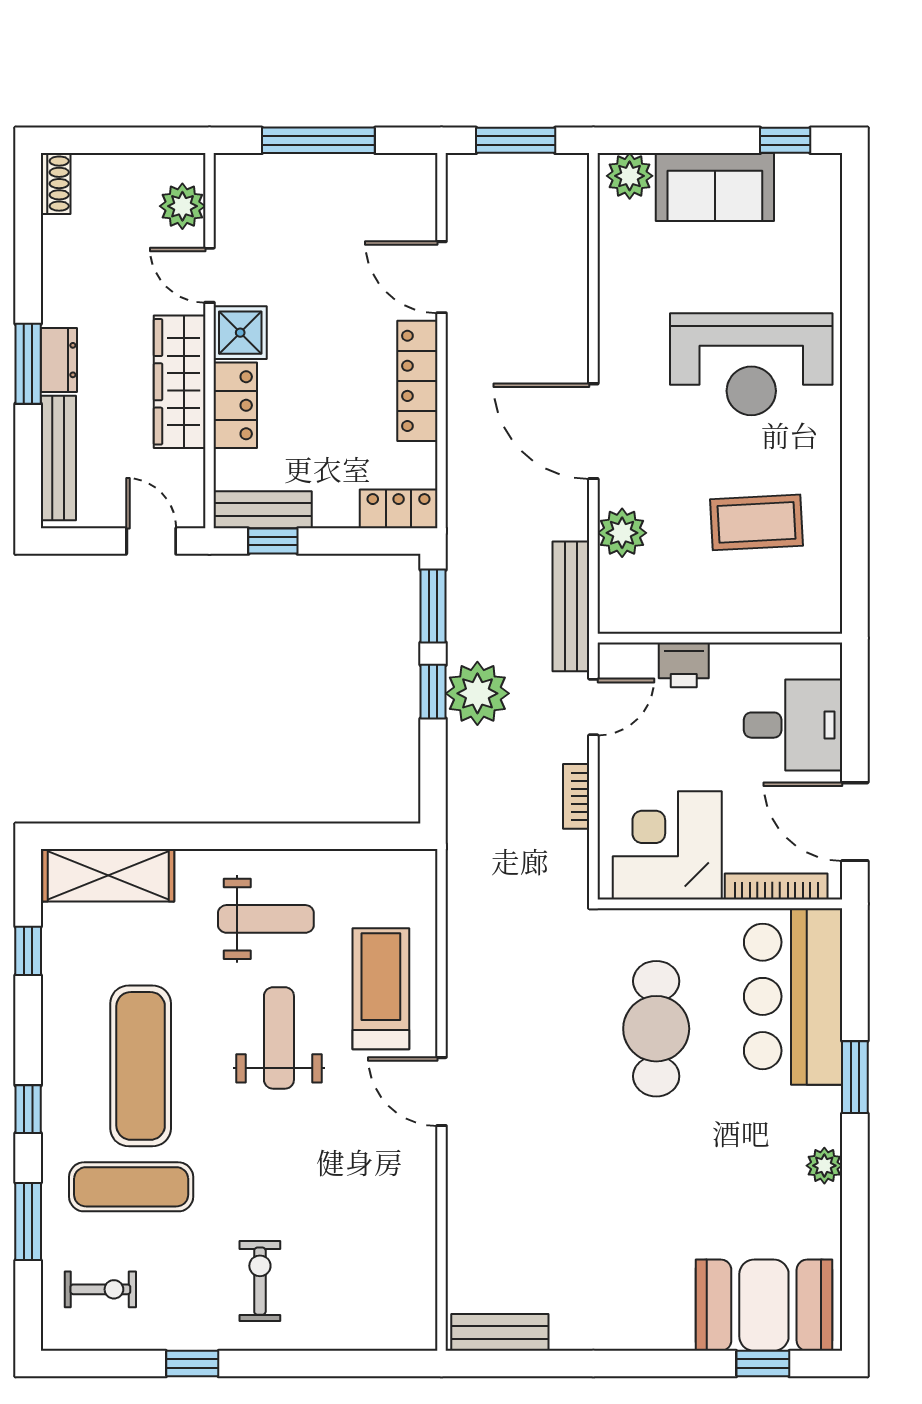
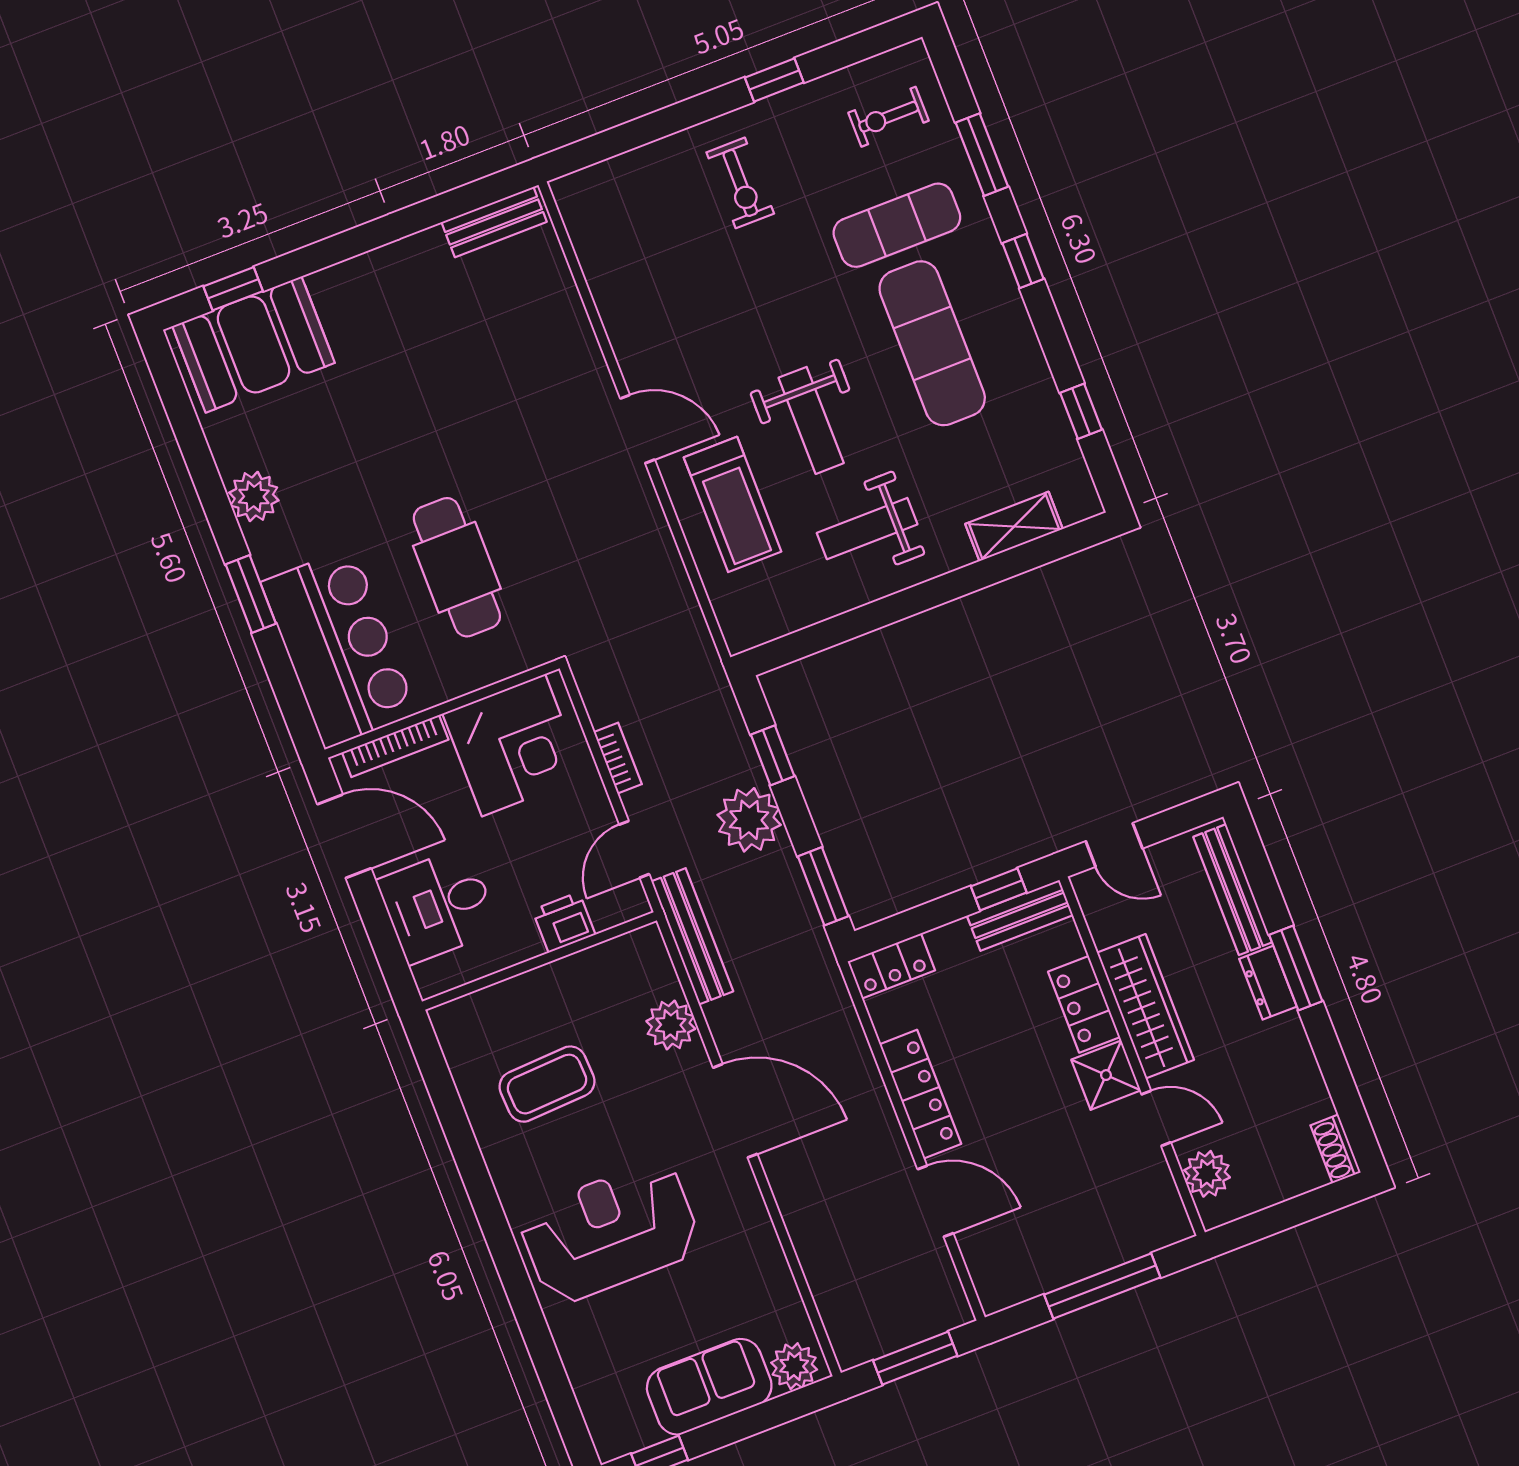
window: (433, 692) -> (773, 755), moved
shelving: (108, 875) -> (1014, 526), width x0.67, depth x0.75
plant: (824, 1166) -> (254, 496), width x1.38, depth x1.38

